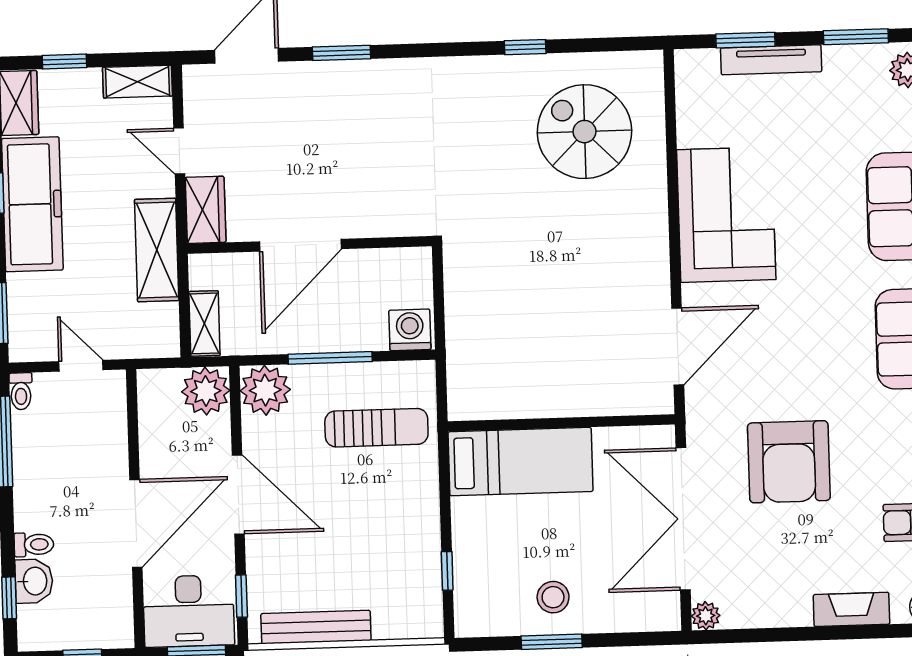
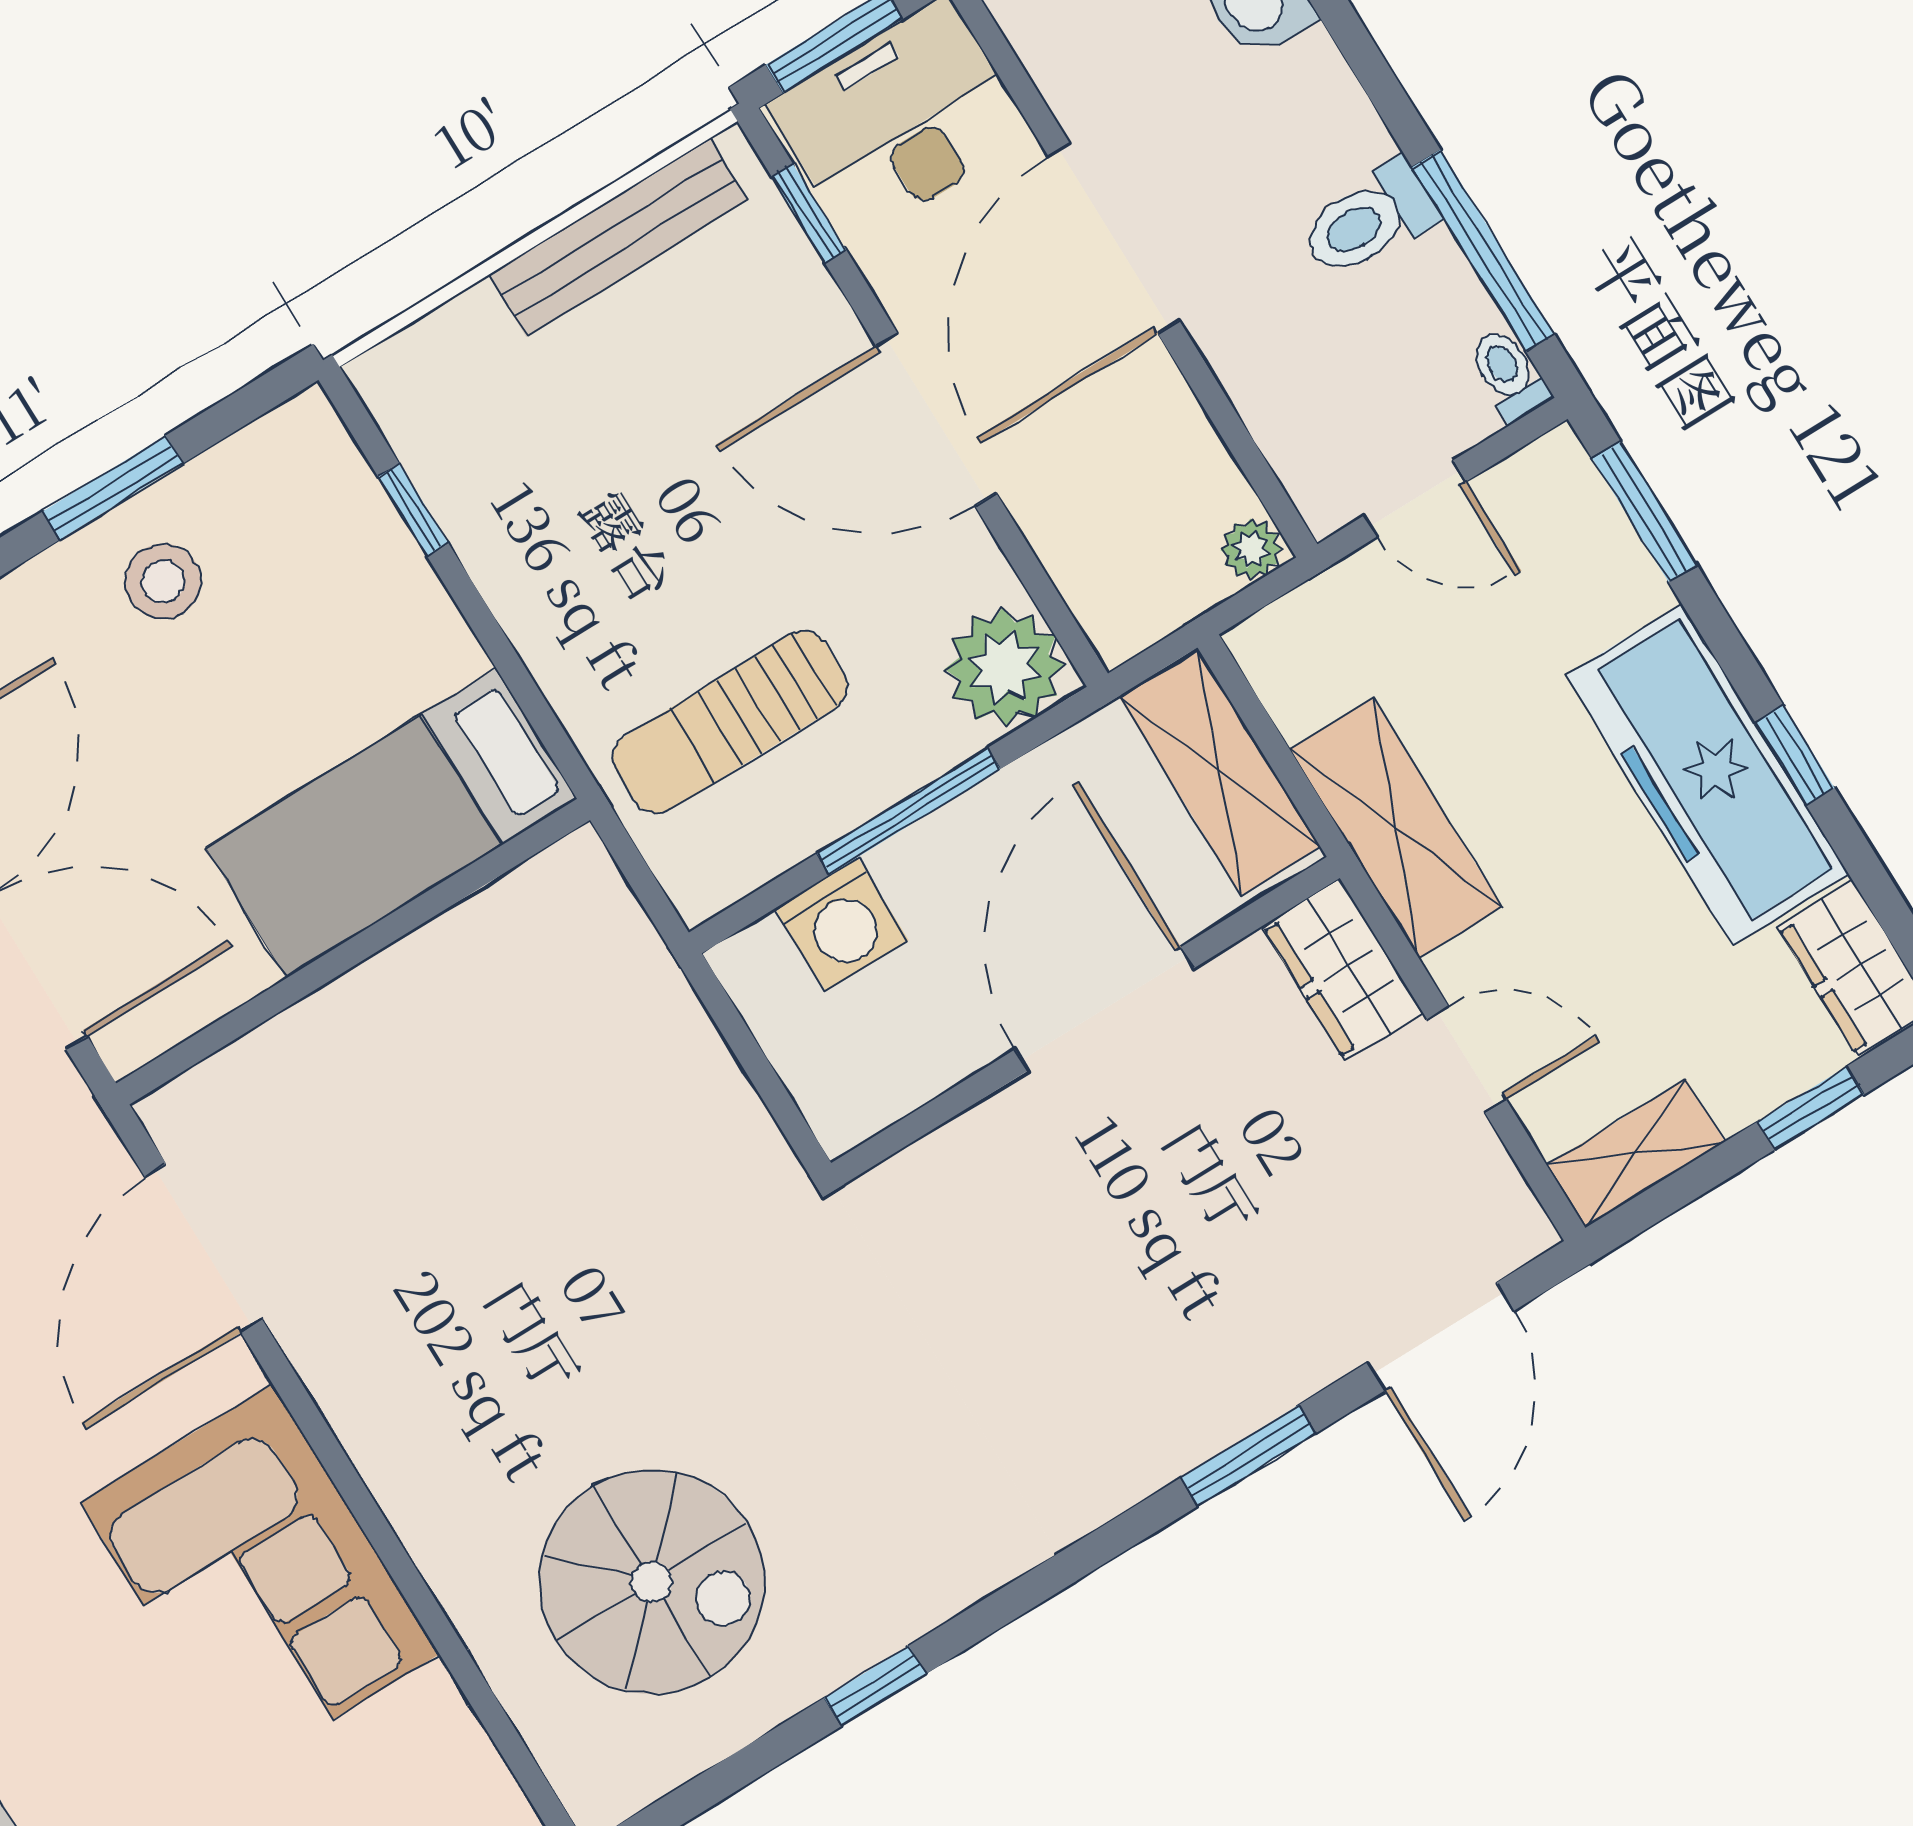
shelving: (204, 323) -> (1220, 772), width x1.50, depth x1.33
washing machine: (410, 330) -> (842, 924), moved
plant: (206, 391) -> (1251, 549), moved, width x0.53, depth x0.53
toilet: (34, 544) -> (1369, 220), moved, width x1.37, depth x1.39

